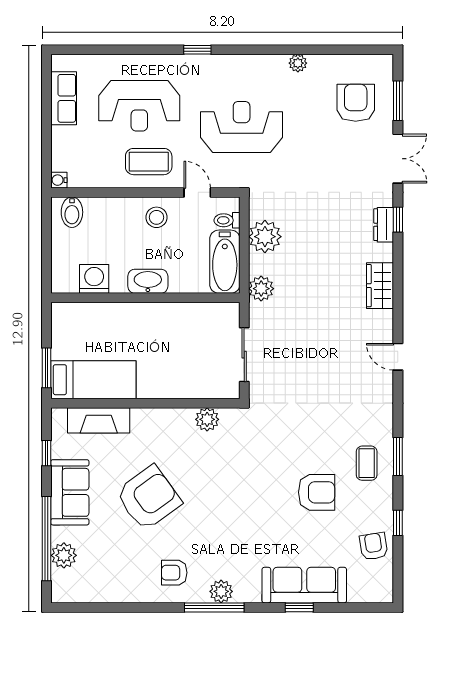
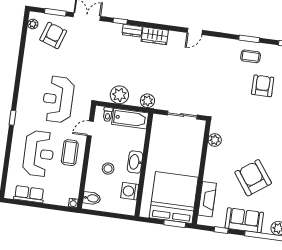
plant: (298, 63) -> (33, 24), moved
armchair: (356, 103) -> (53, 35), turned 109
stool: (156, 217) -> (108, 169), moved
dresser: (384, 225) -> (132, 31), moved
bed: (93, 380) -> (174, 197), width x2.04

